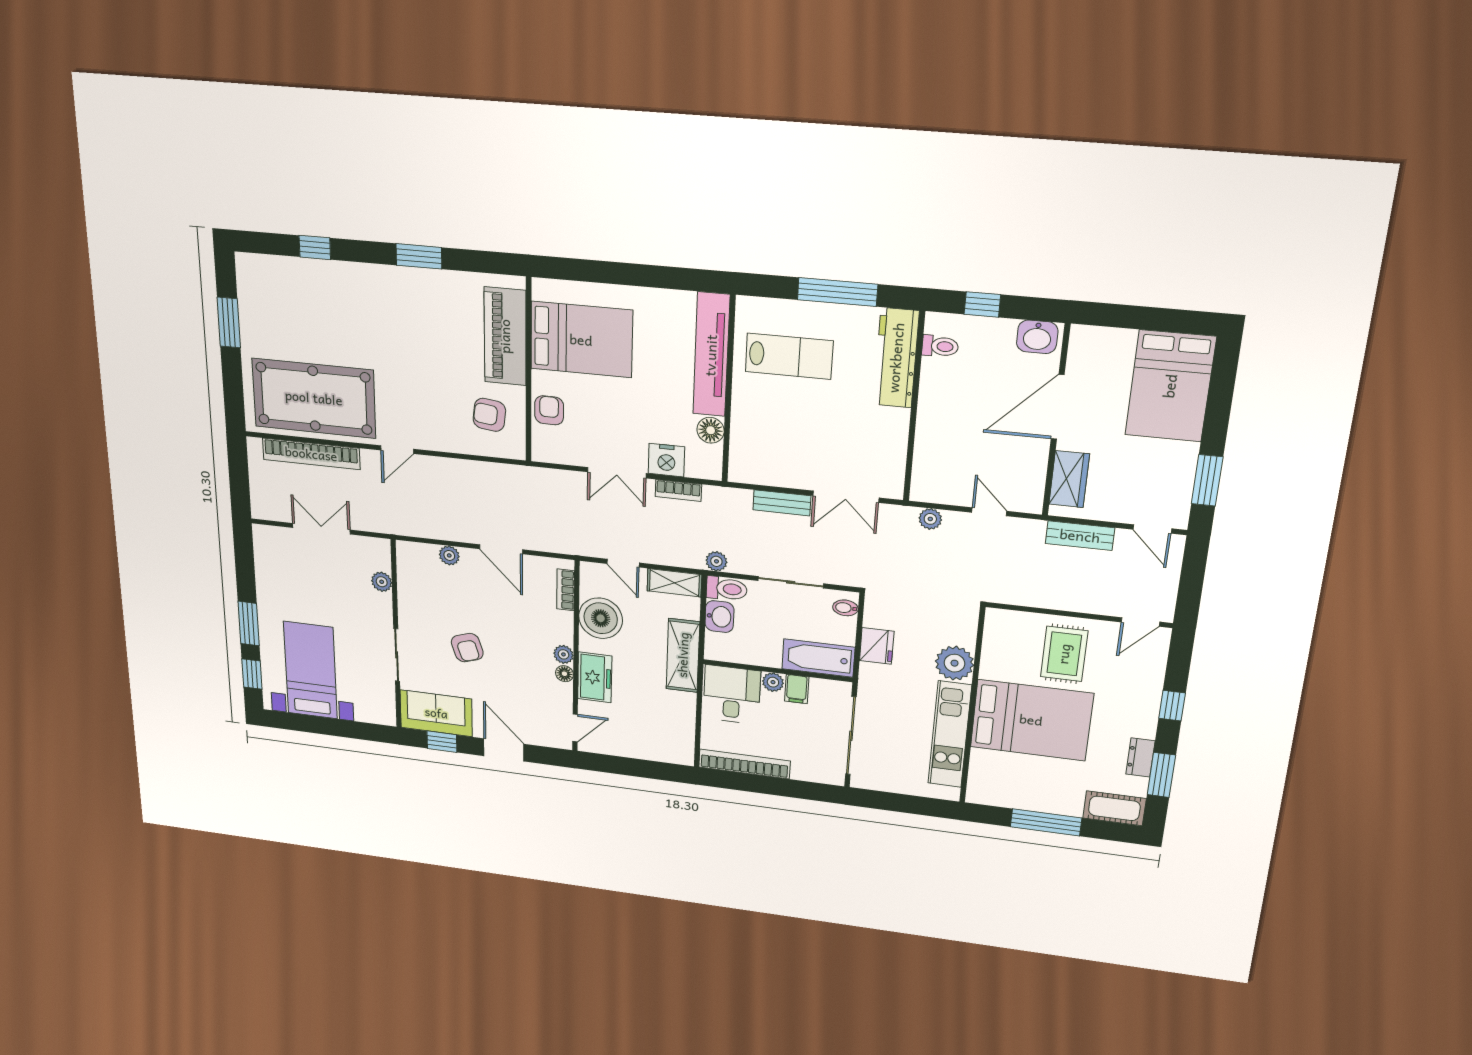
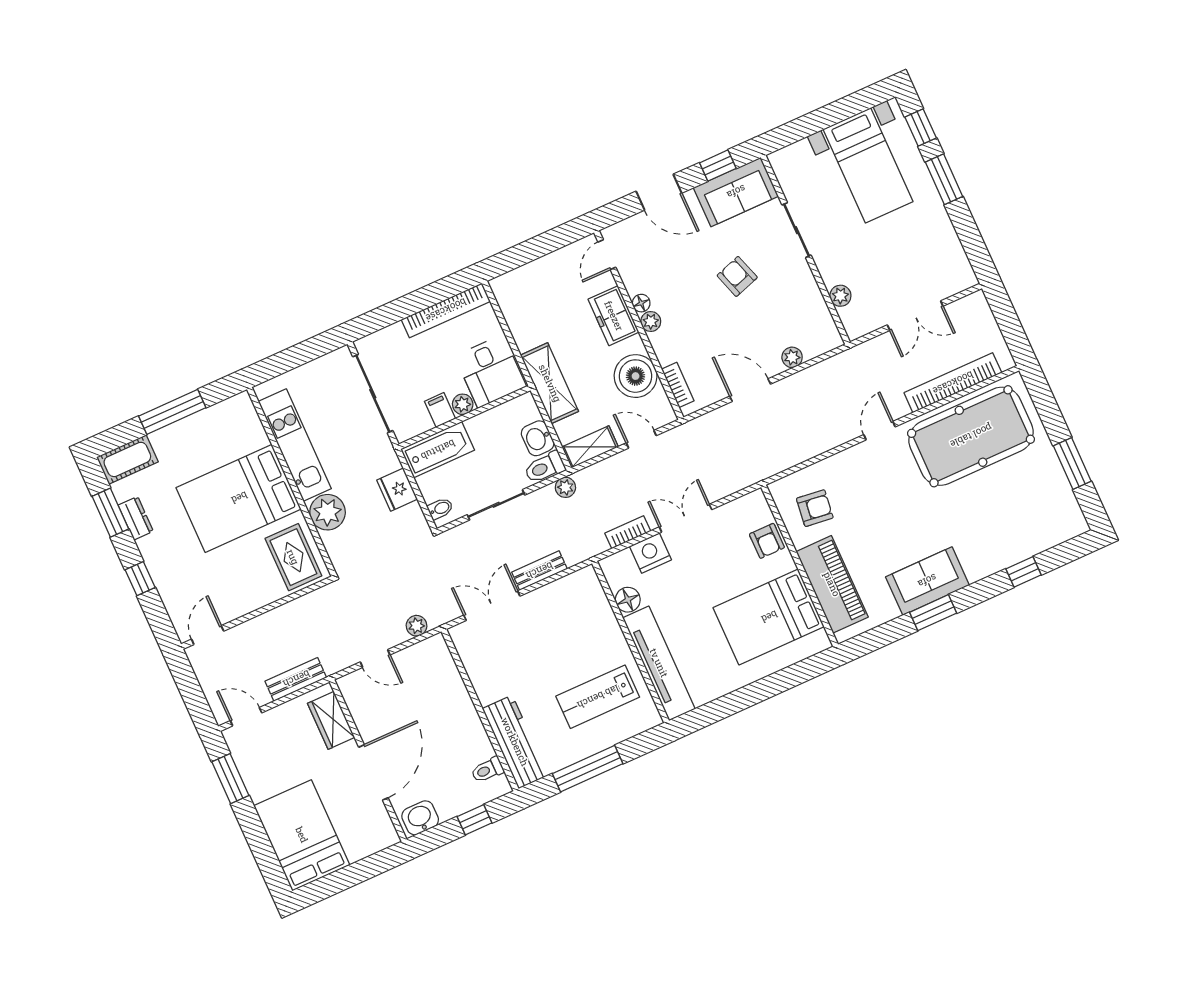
sofa: (411, 289) -> (927, 581), added
rug: (1064, 654) -> (293, 557), moved

